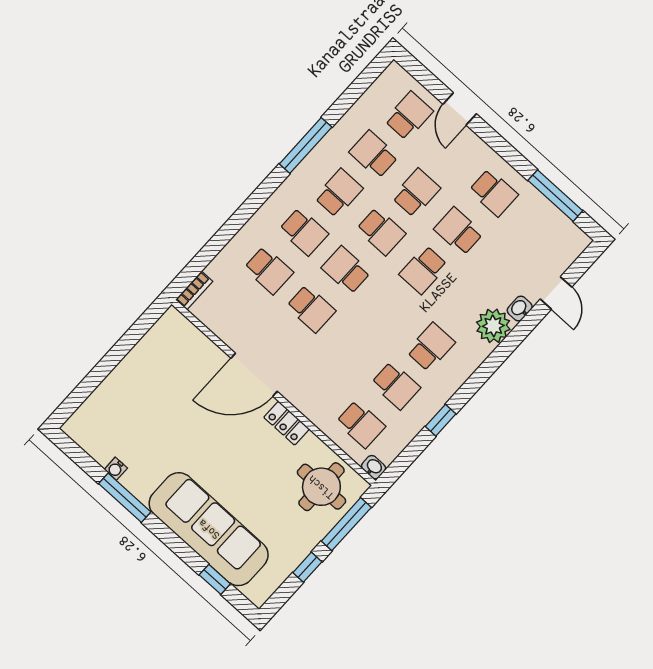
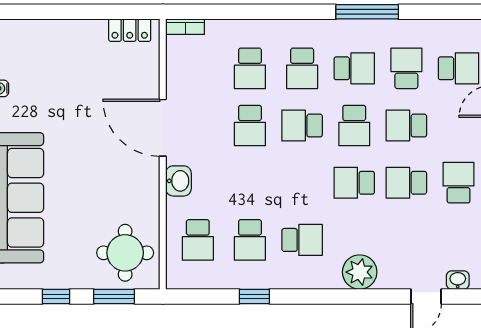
school desk: (416, 193) -> (406, 126), turned 180
school desk: (494, 193) -> (459, 183), turned 180
school desk: (458, 231) -> (406, 183), turned -90
school desk: (346, 270) -> (302, 126), turned -90
washbasin: (520, 309) -> (458, 280), moved
locker: (287, 423) -> (130, 30), moved, turned -90
washbasin: (374, 467) -> (178, 181), moved, width x1.38, depth x1.45
window: (346, 524) -> (114, 296), width x0.69

